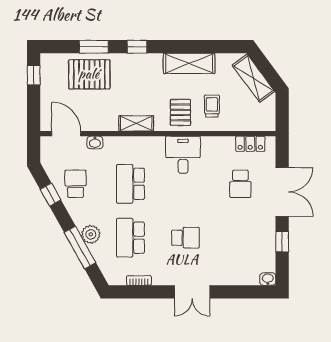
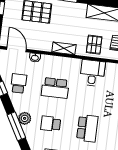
school desk: (130, 184) -> (55, 88), turned -90
school desk: (130, 238) -> (51, 124), width x0.54
school desk: (185, 238) -> (87, 128), width x1.85

